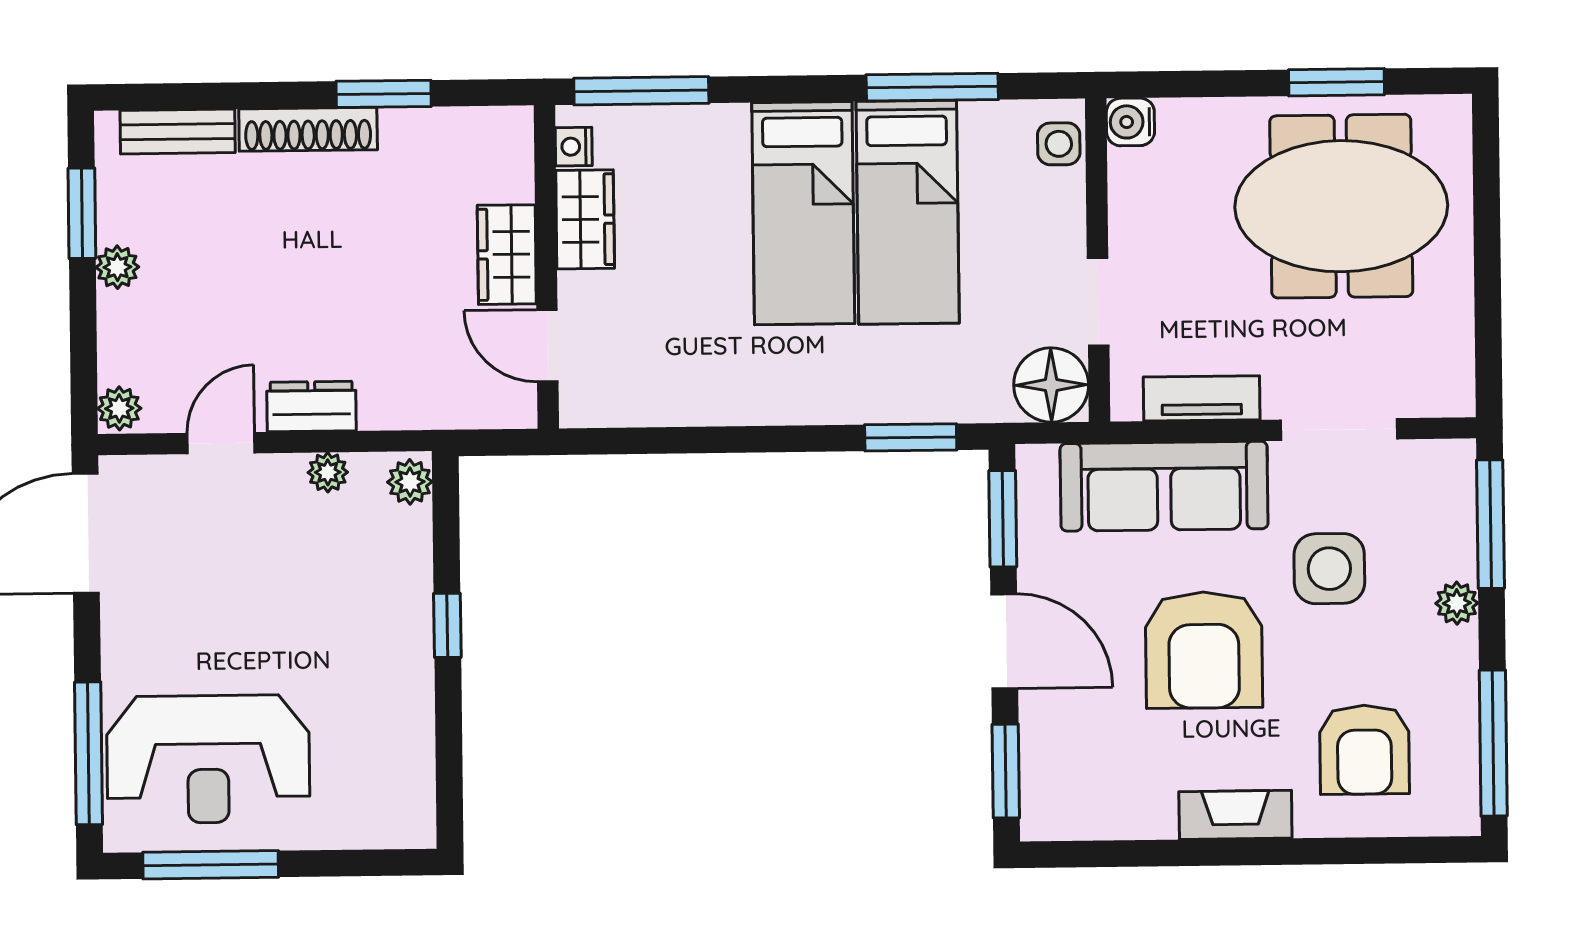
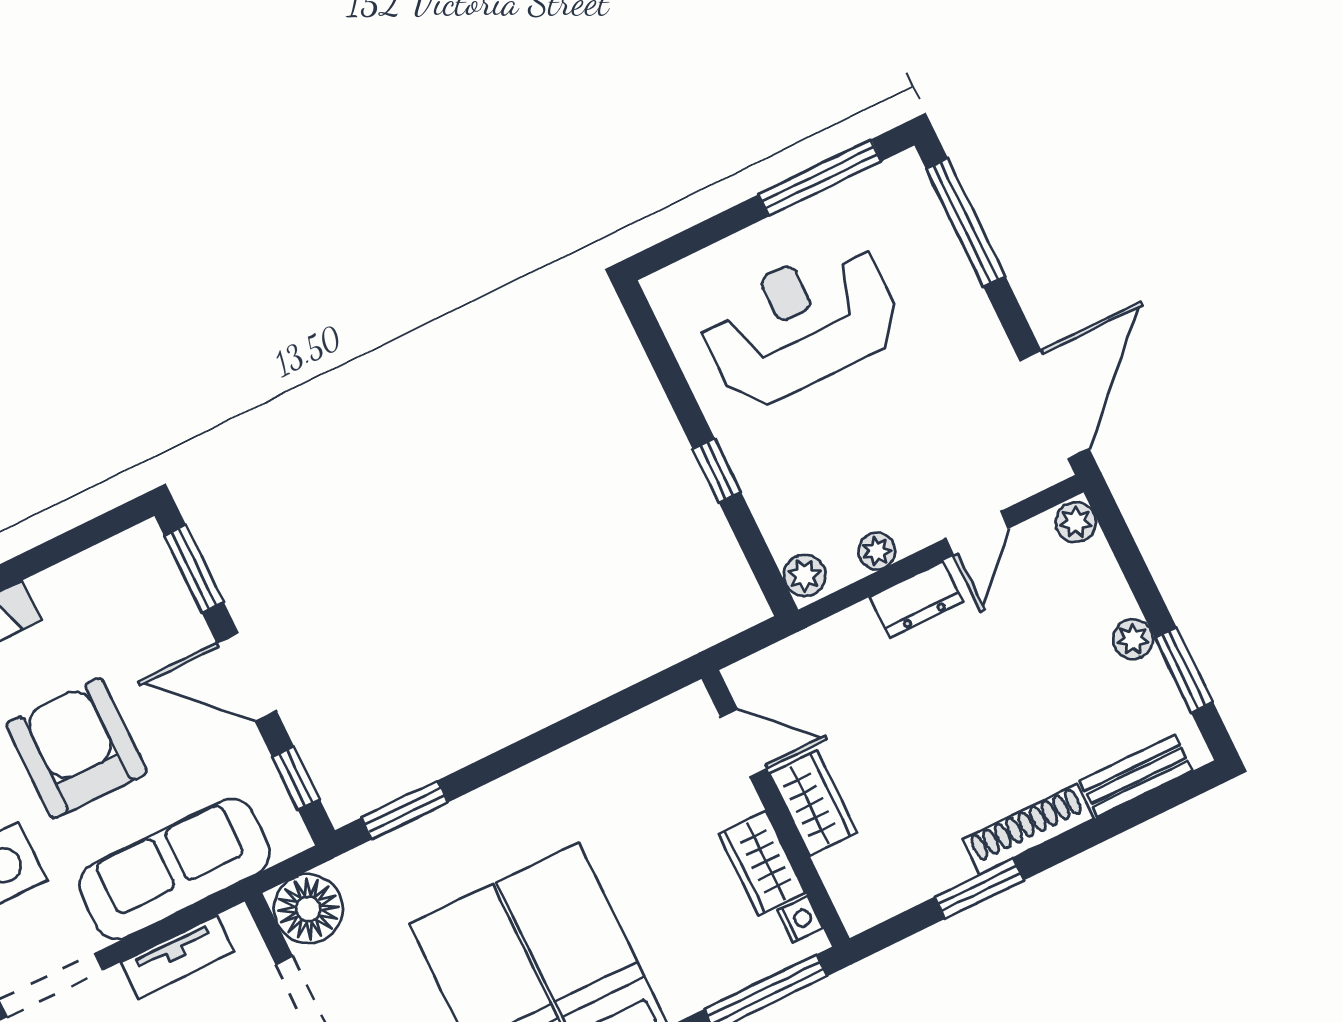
window: (1003, 519) -> (296, 778), width x0.67
reception desk: (208, 759) -> (801, 324), moved

